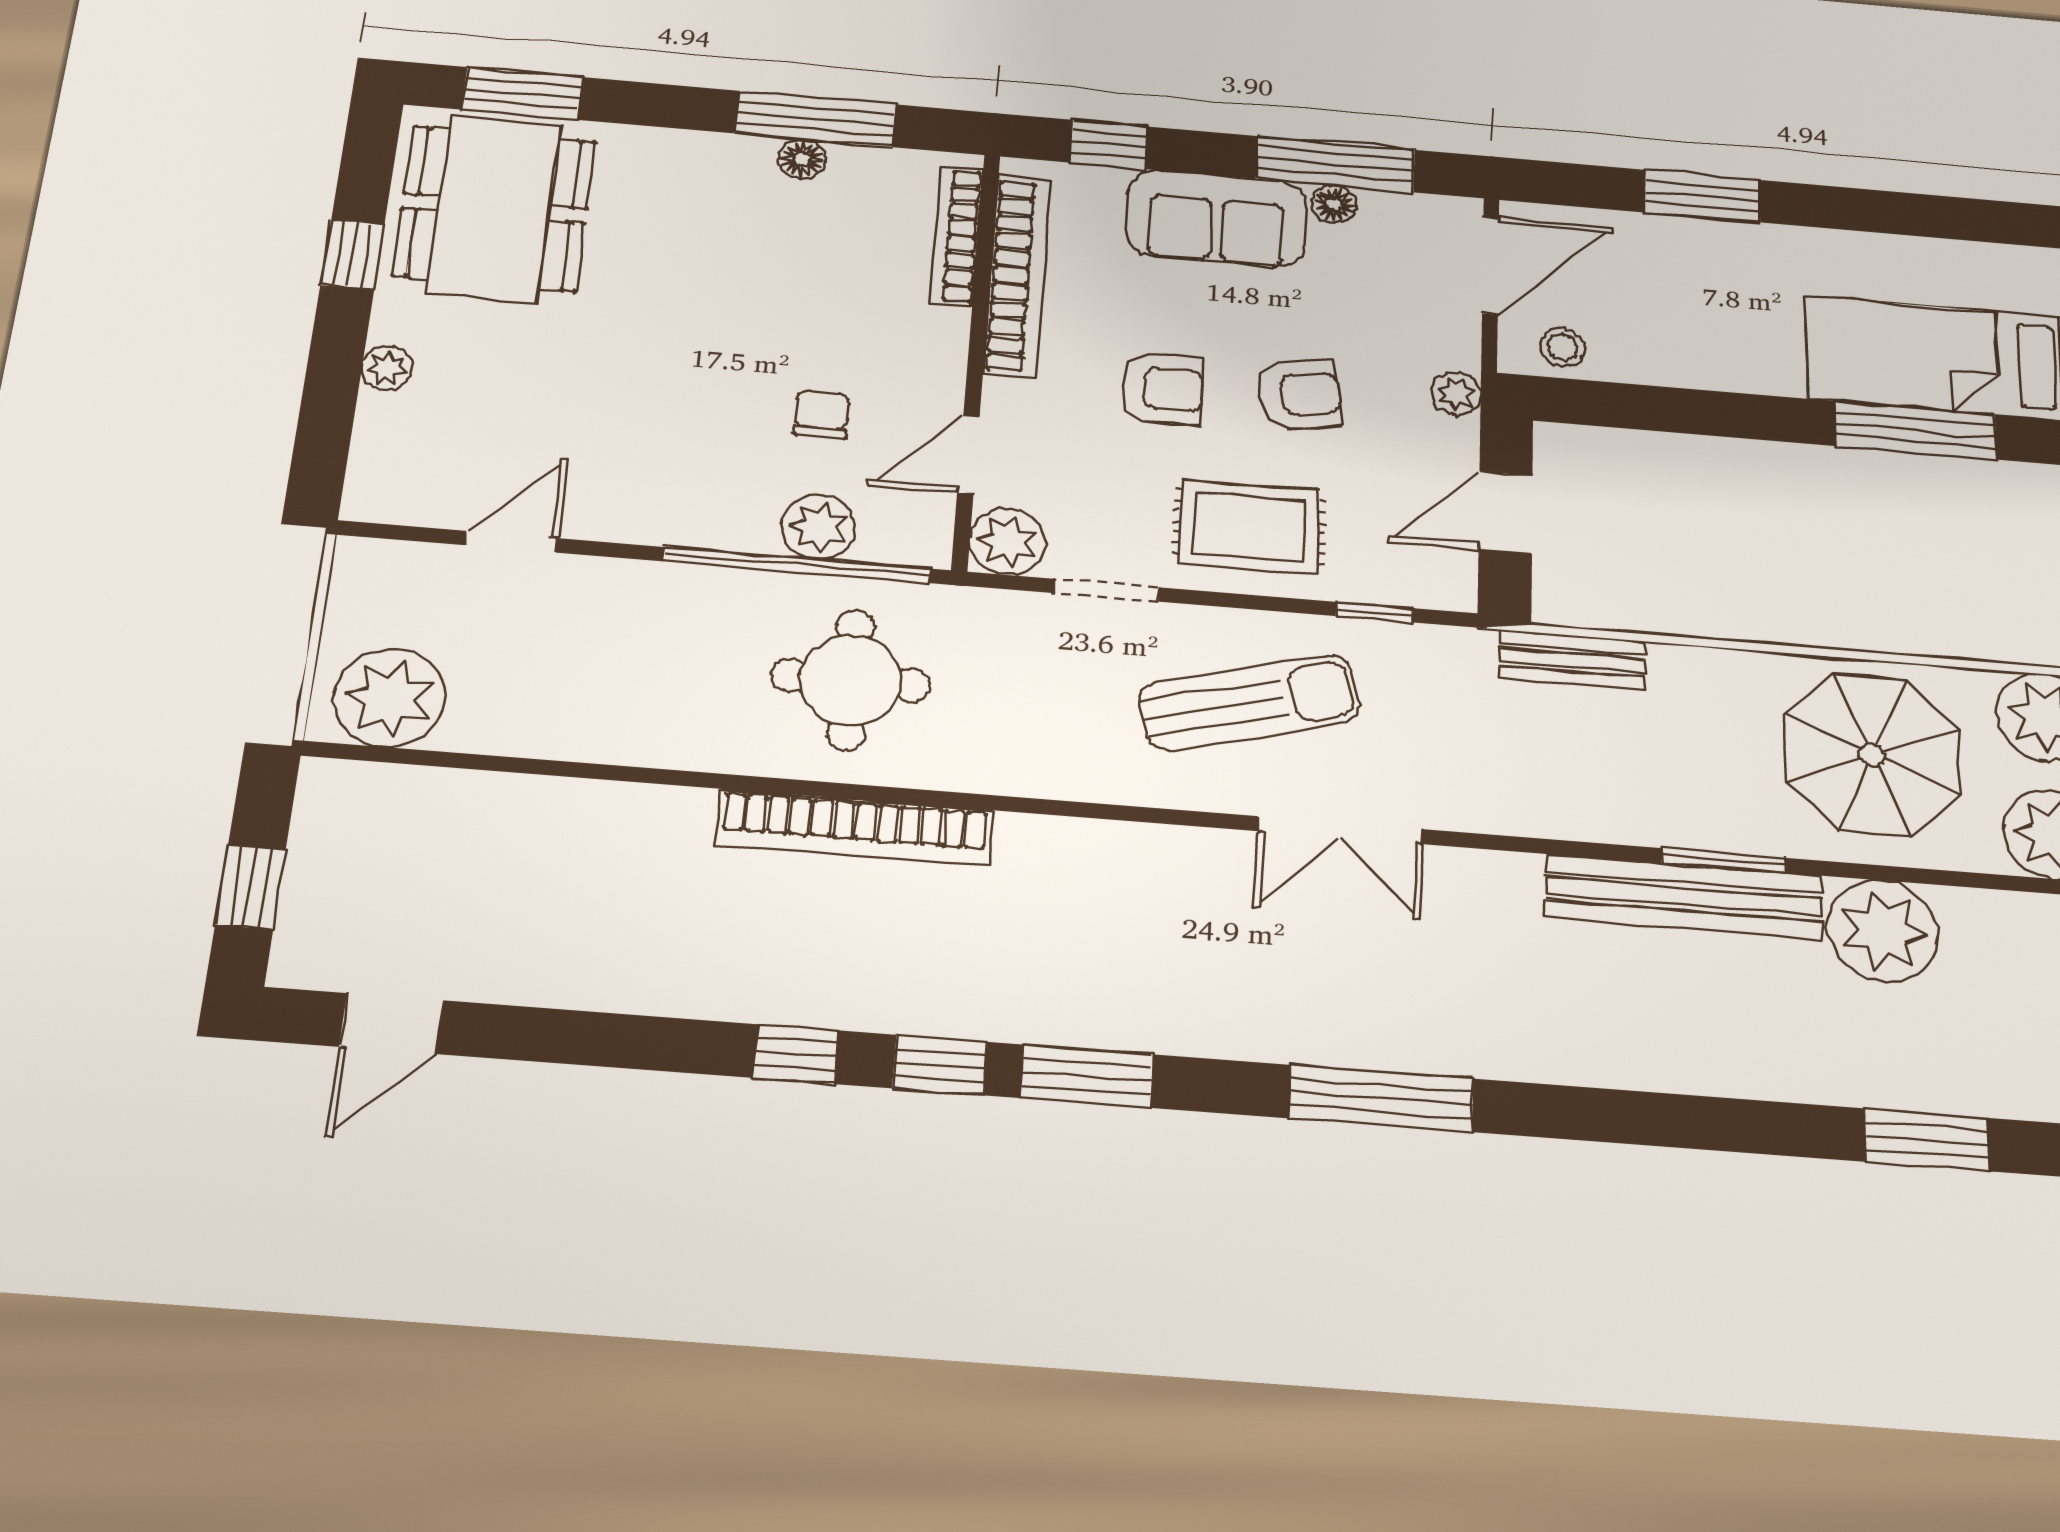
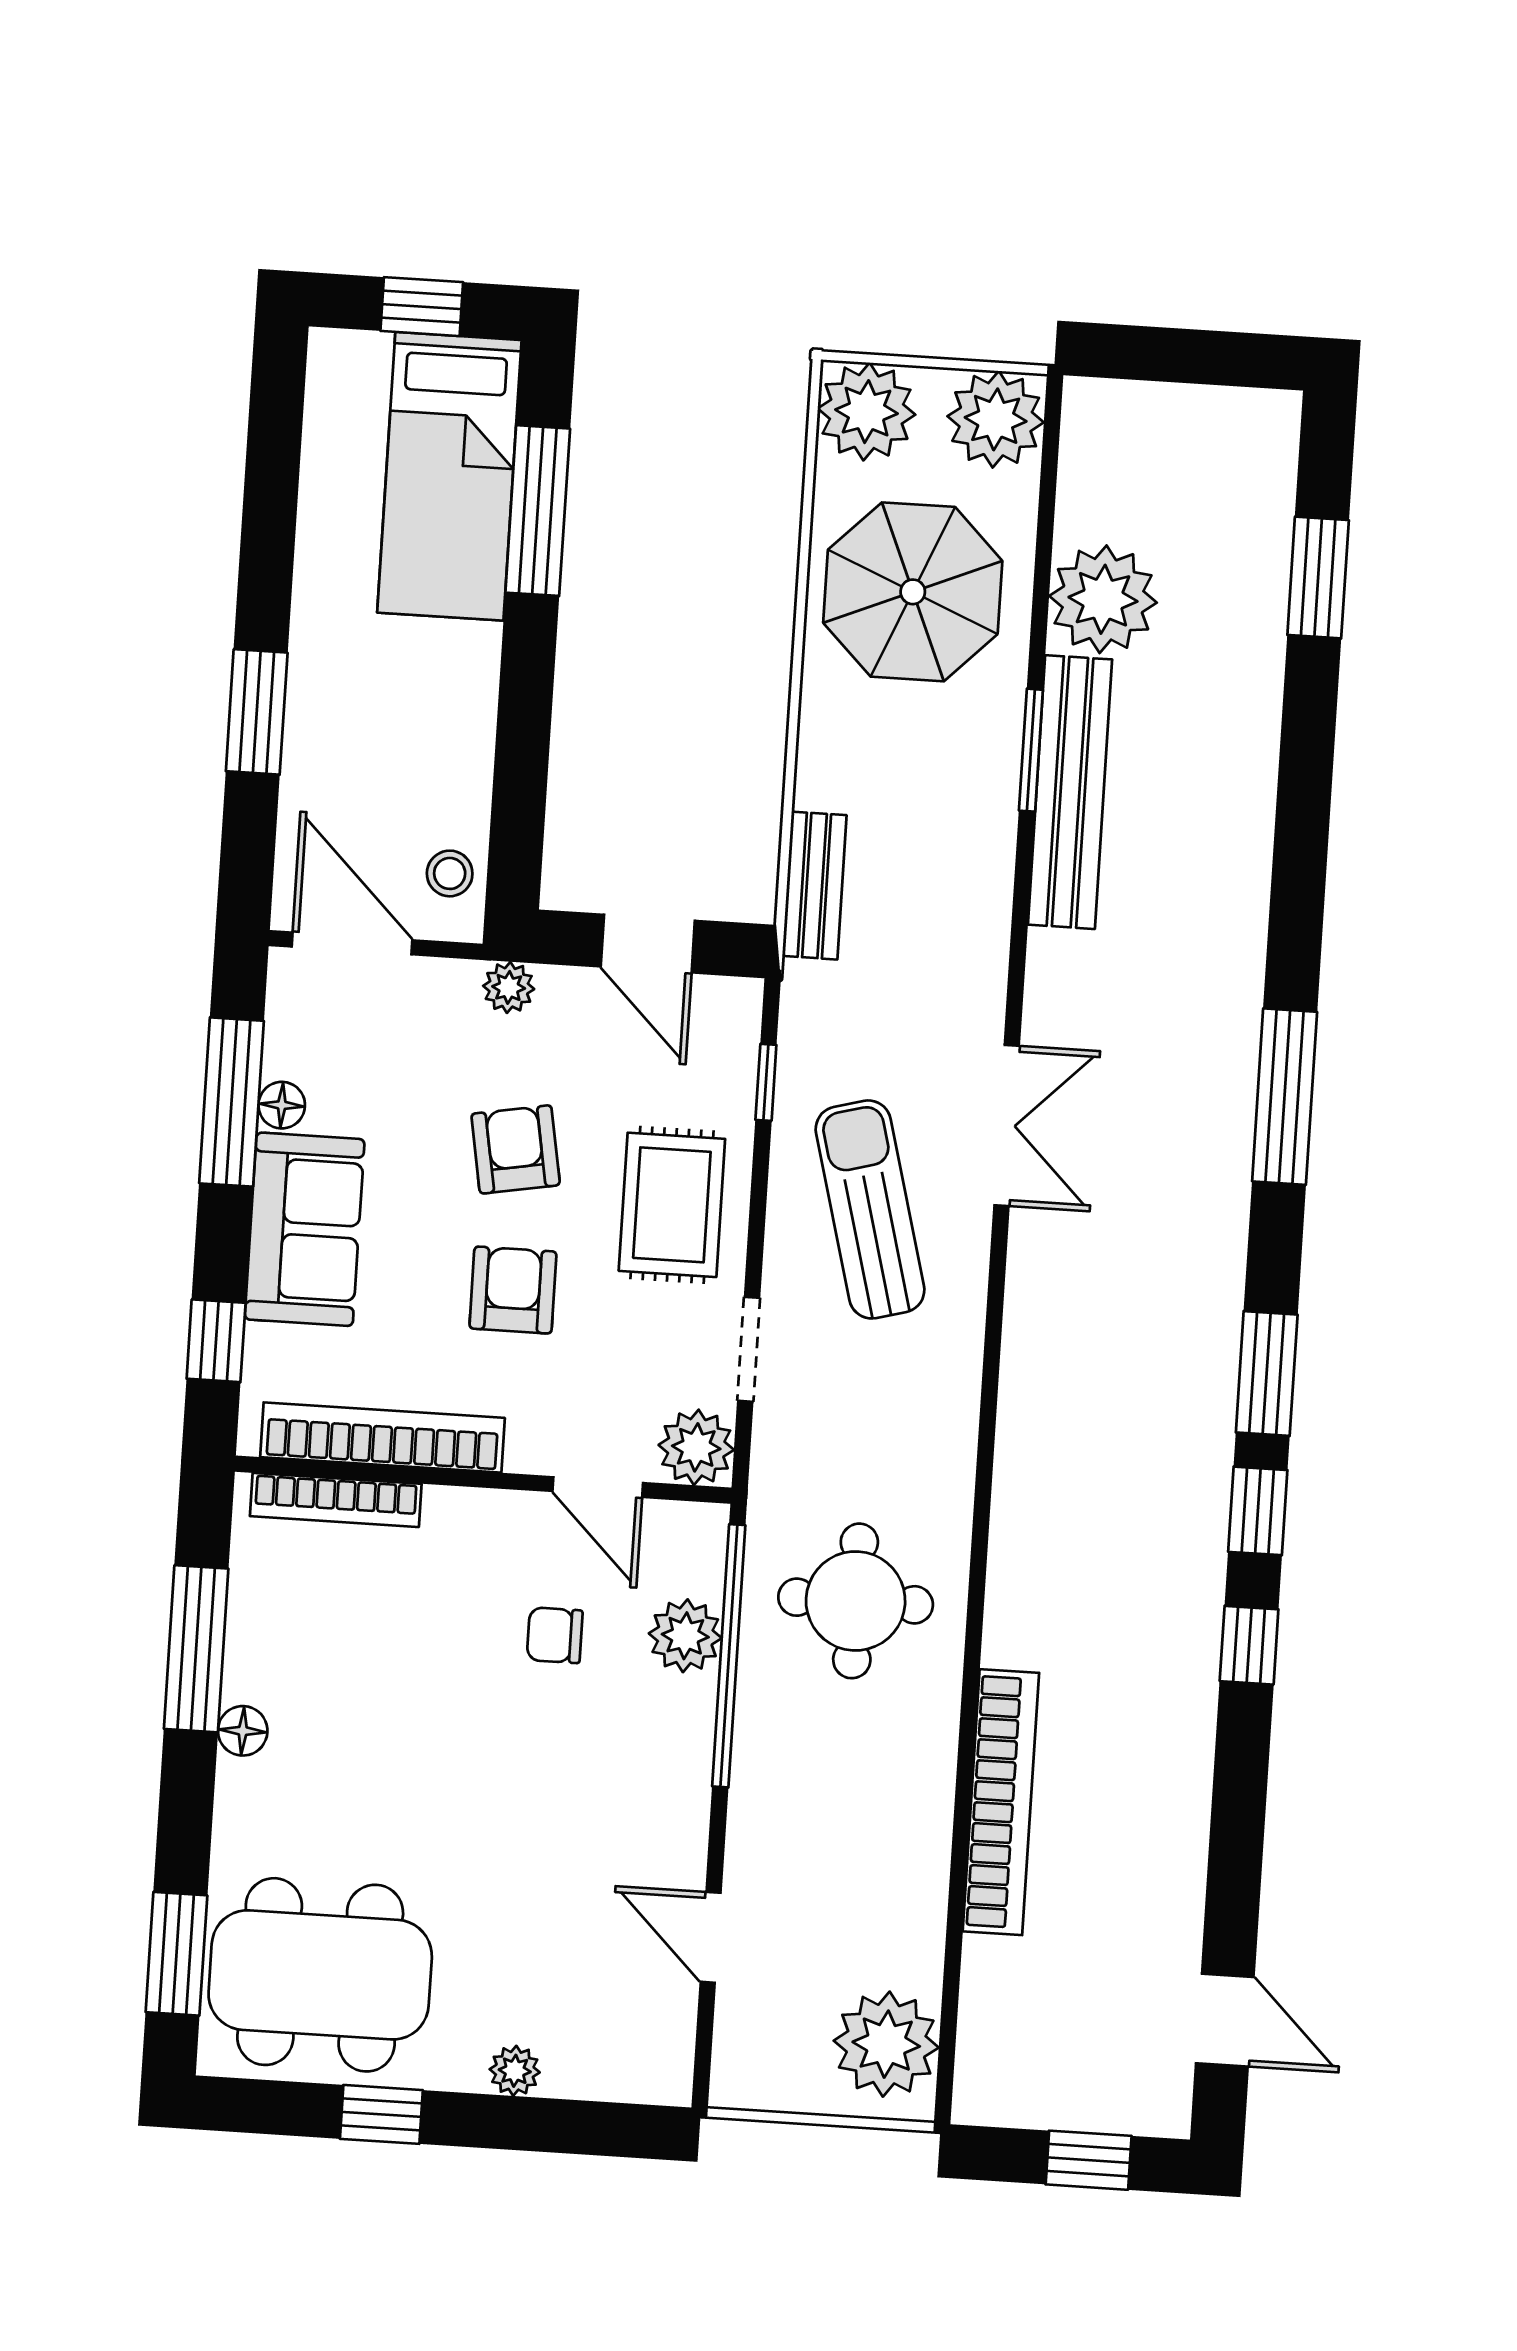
floor lamp: (802, 159) -> (243, 1731), moved
bookcase: (854, 828) -> (1001, 1802), moved

